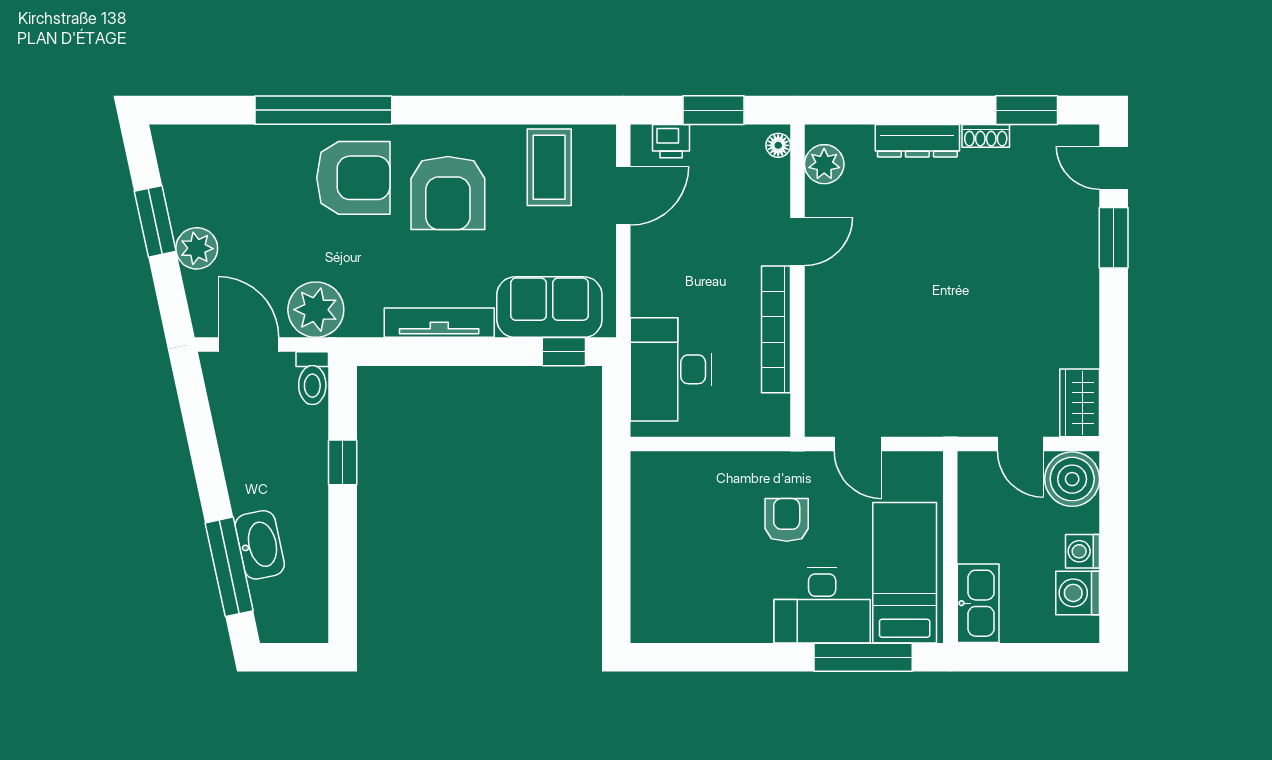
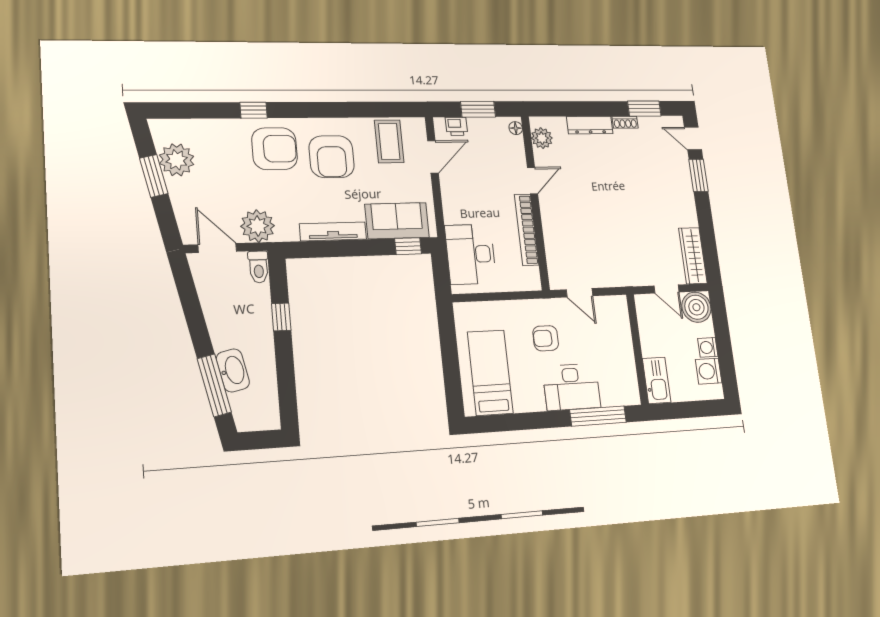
window: (323, 110) -> (253, 110), width x0.32
plant: (197, 248) -> (177, 160), moved, width x1.36, depth x1.36
wardrobe: (1080, 403) -> (693, 256), width x1.50
armchair: (787, 520) -> (546, 338), turned -90
bed: (905, 573) -> (490, 373), moved

